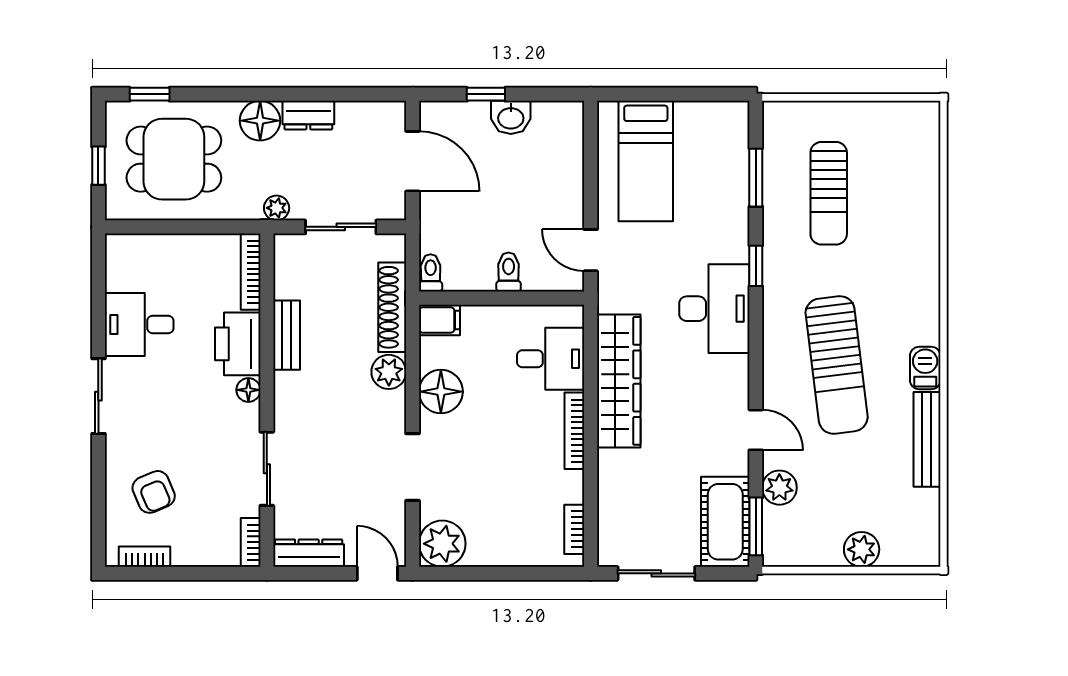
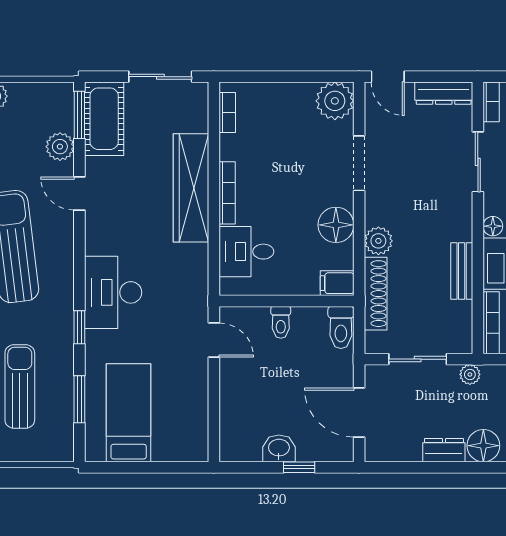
bed: (646, 161) -> (129, 413), moved
toilet: (431, 273) -> (341, 327), width x1.37, depth x1.39
wardrobe: (619, 381) -> (191, 188), moved

